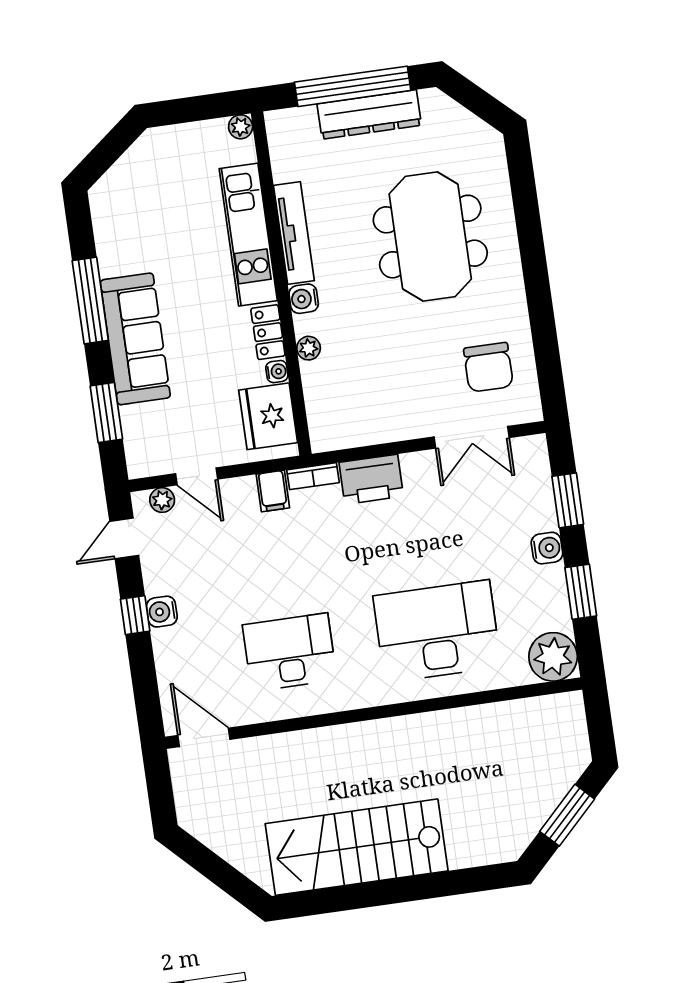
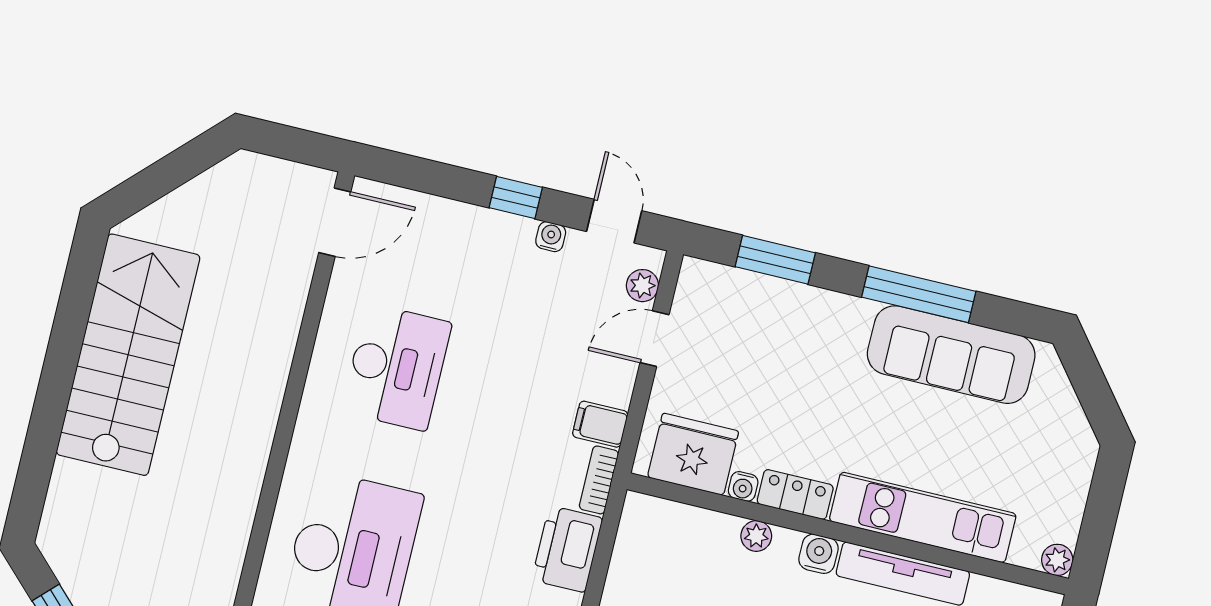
sofa: (135, 339) -> (951, 355), moved
water cooler: (162, 612) -> (551, 237), moved, width x0.72, depth x0.72

